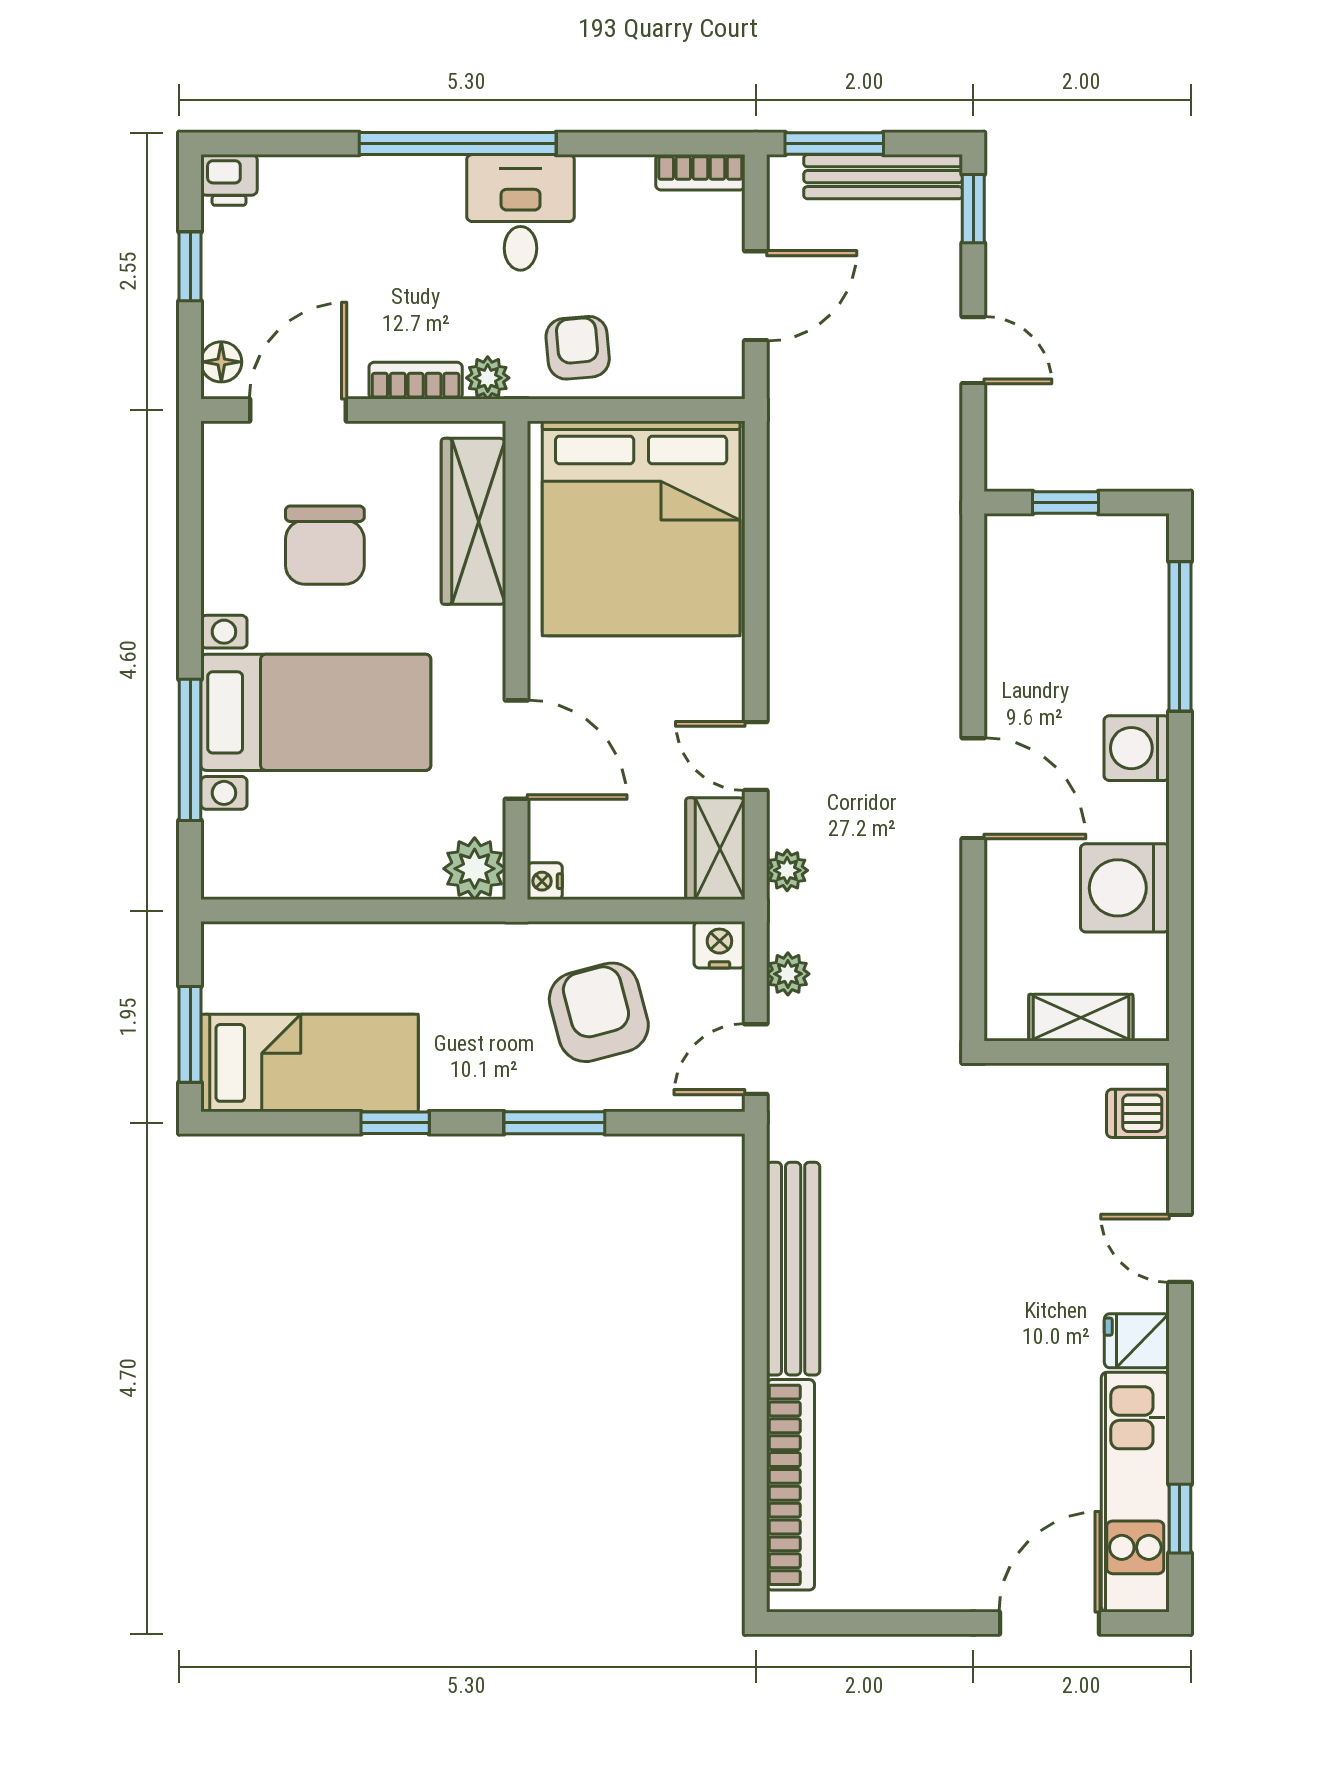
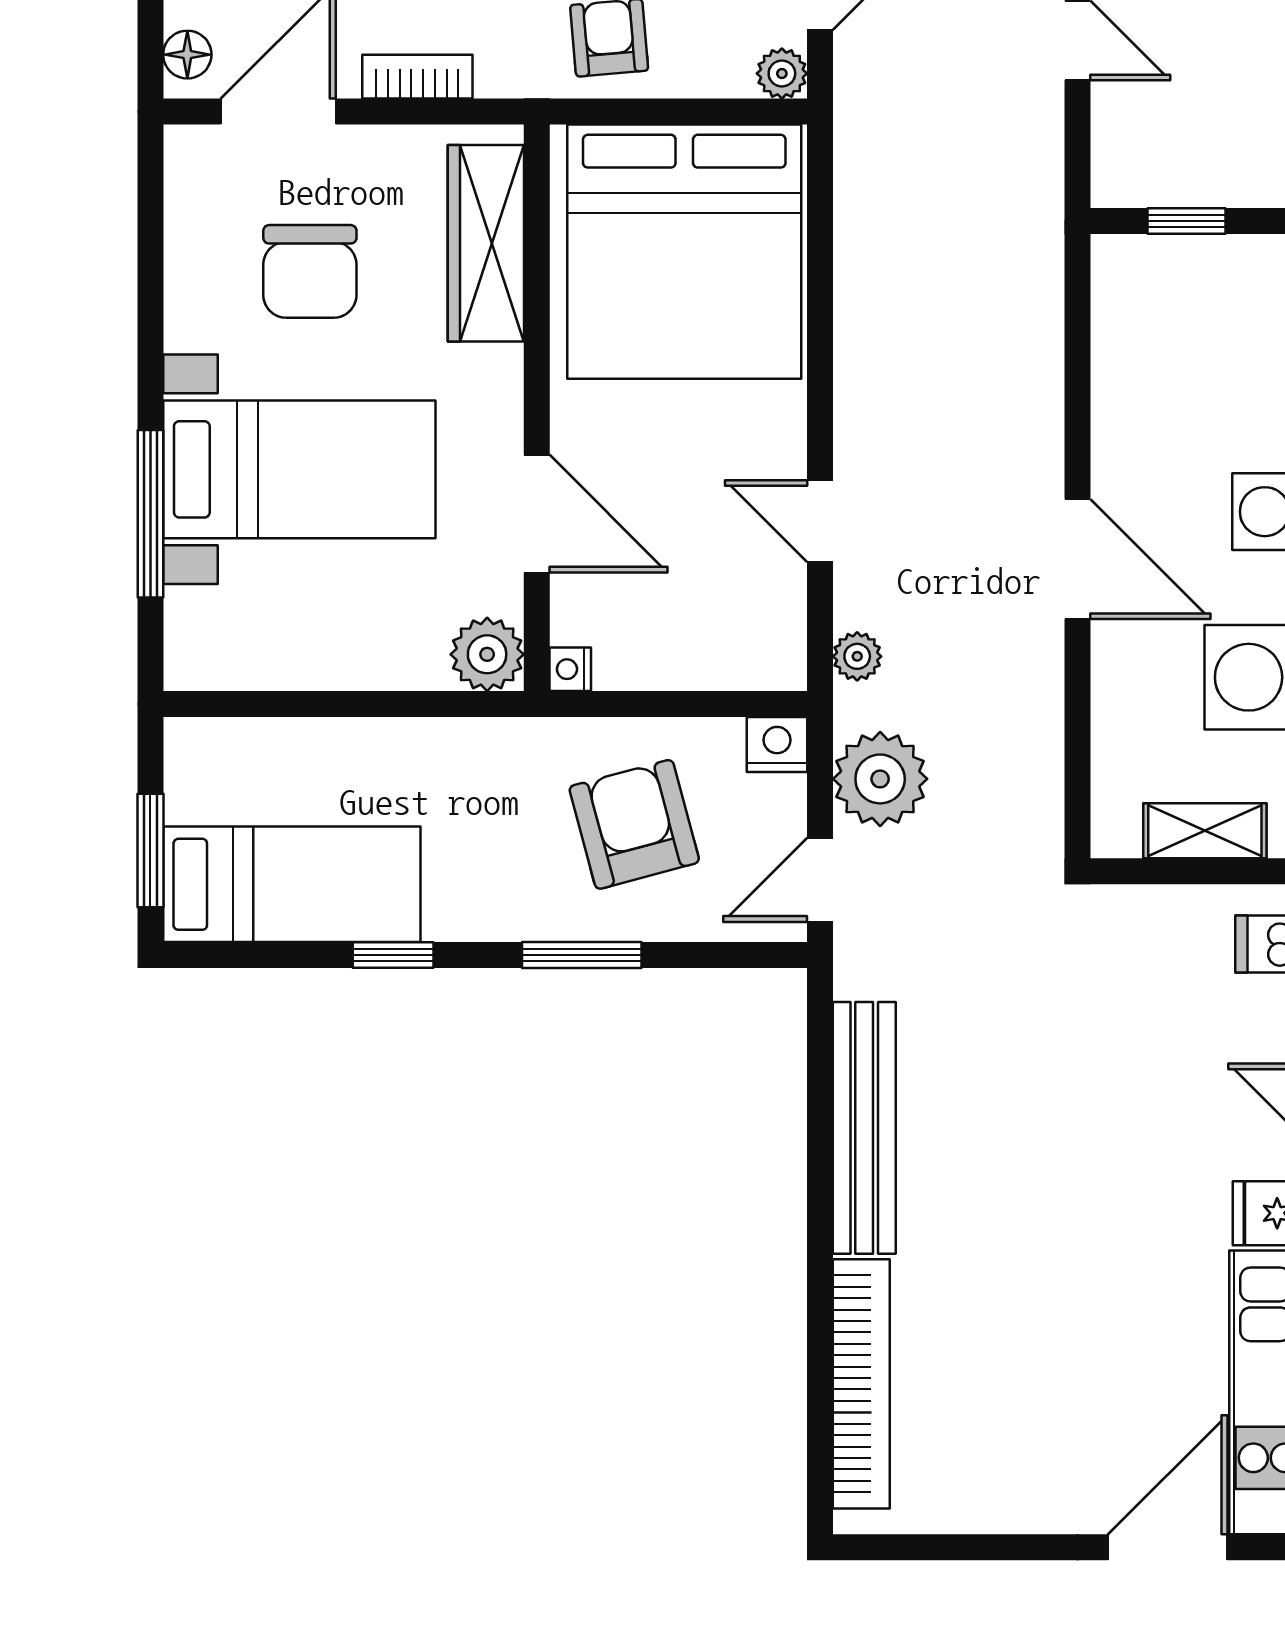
plant: (488, 378) -> (782, 73), moved
wardrobe: (715, 849) -> (772, 631), removed
plant: (788, 974) -> (880, 779), width x1.87, depth x1.87

